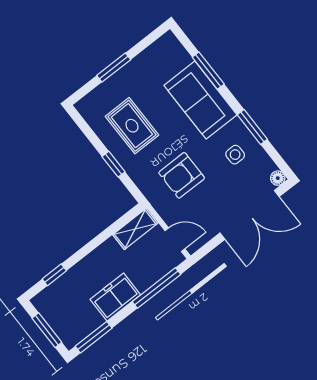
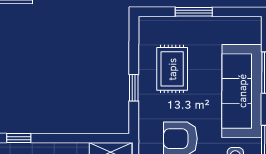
sofa: (200, 100) -> (242, 91), width x1.36

